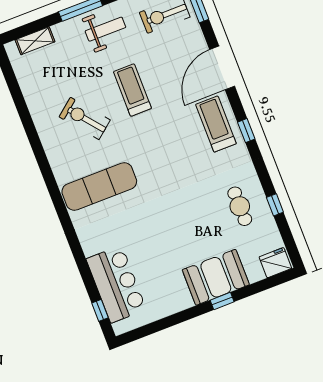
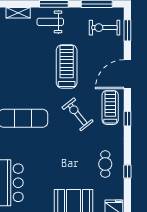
weight bench: (105, 29) -> (50, 22), moved, turned 180
treadmill: (132, 90) -> (67, 66), width x1.37, depth x1.38
exercise bike: (85, 118) -> (78, 114), moved

